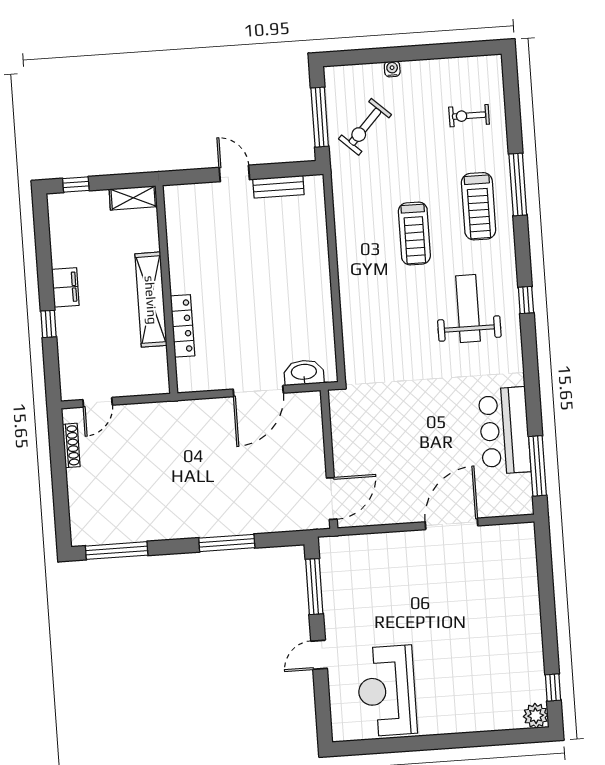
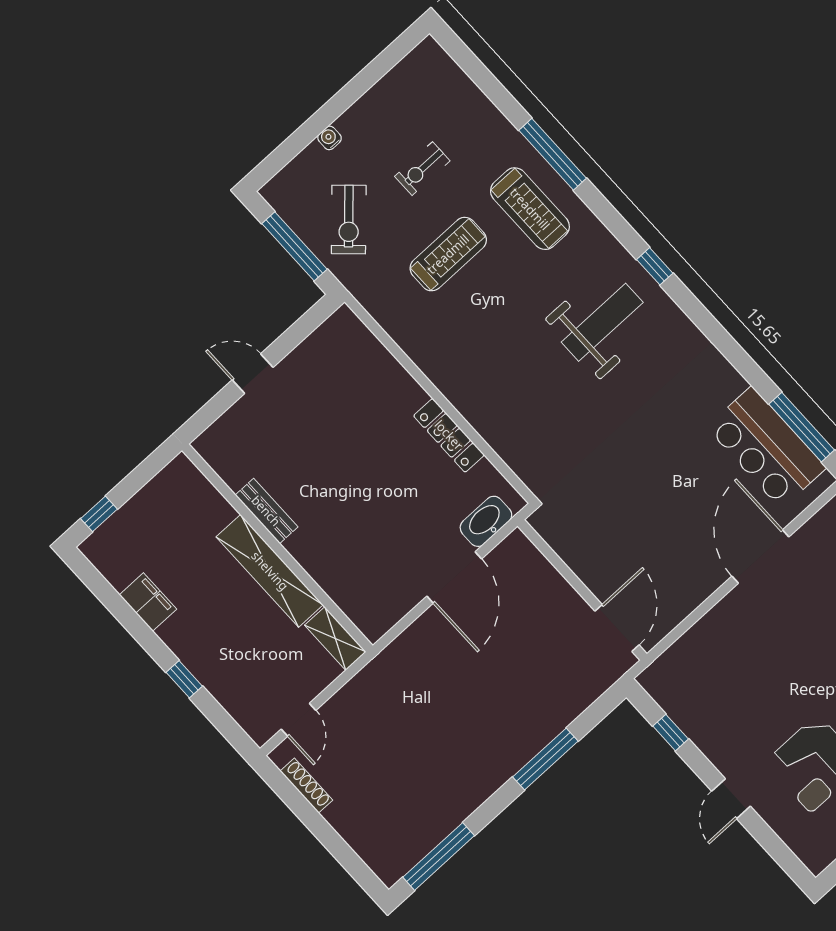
exercise bike: (469, 116) -> (422, 169), moved
bench: (278, 187) -> (266, 511), moved, turned 90
shelving: (133, 198) -> (335, 639), moved, turned 90
treadmill: (414, 233) -> (448, 254), moved, turned -90
filing cabinet: (65, 287) -> (148, 602), moved
weight bench: (468, 309) -> (602, 322), turned 90
locker: (183, 326) -> (449, 435), moved, turned 180
bar counter: (505, 431) -> (766, 448), moved
window: (314, 587) -> (671, 733), width x0.46

